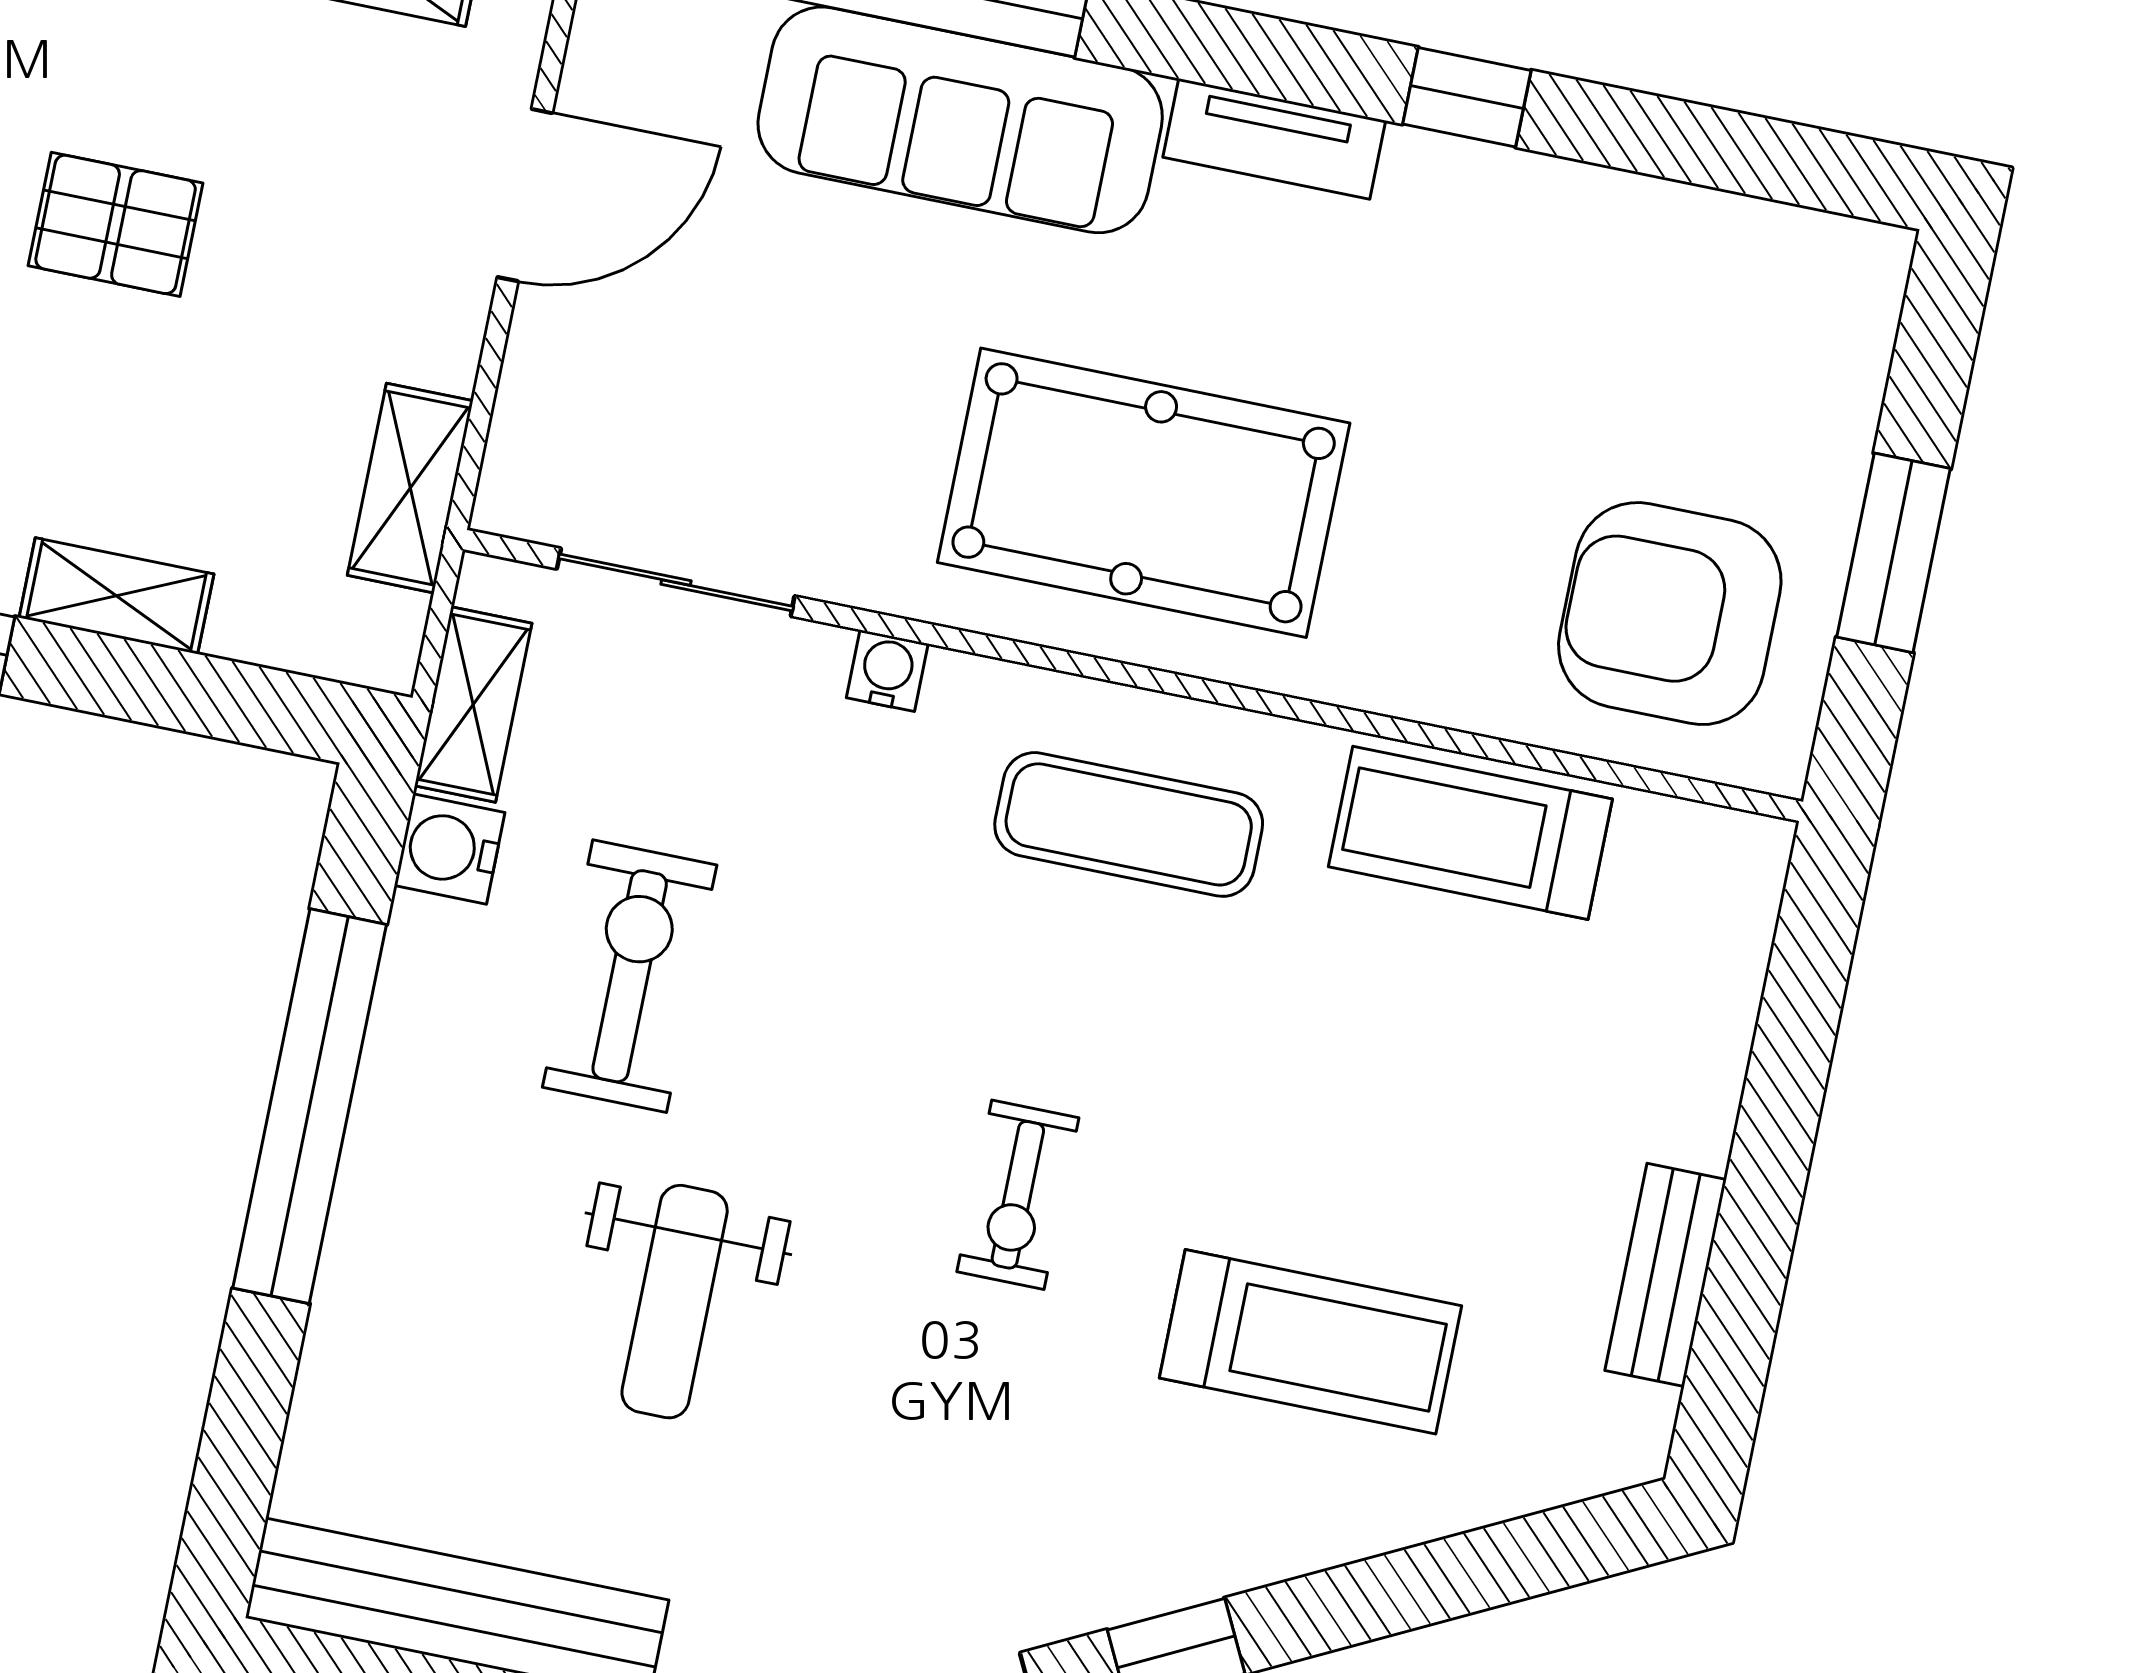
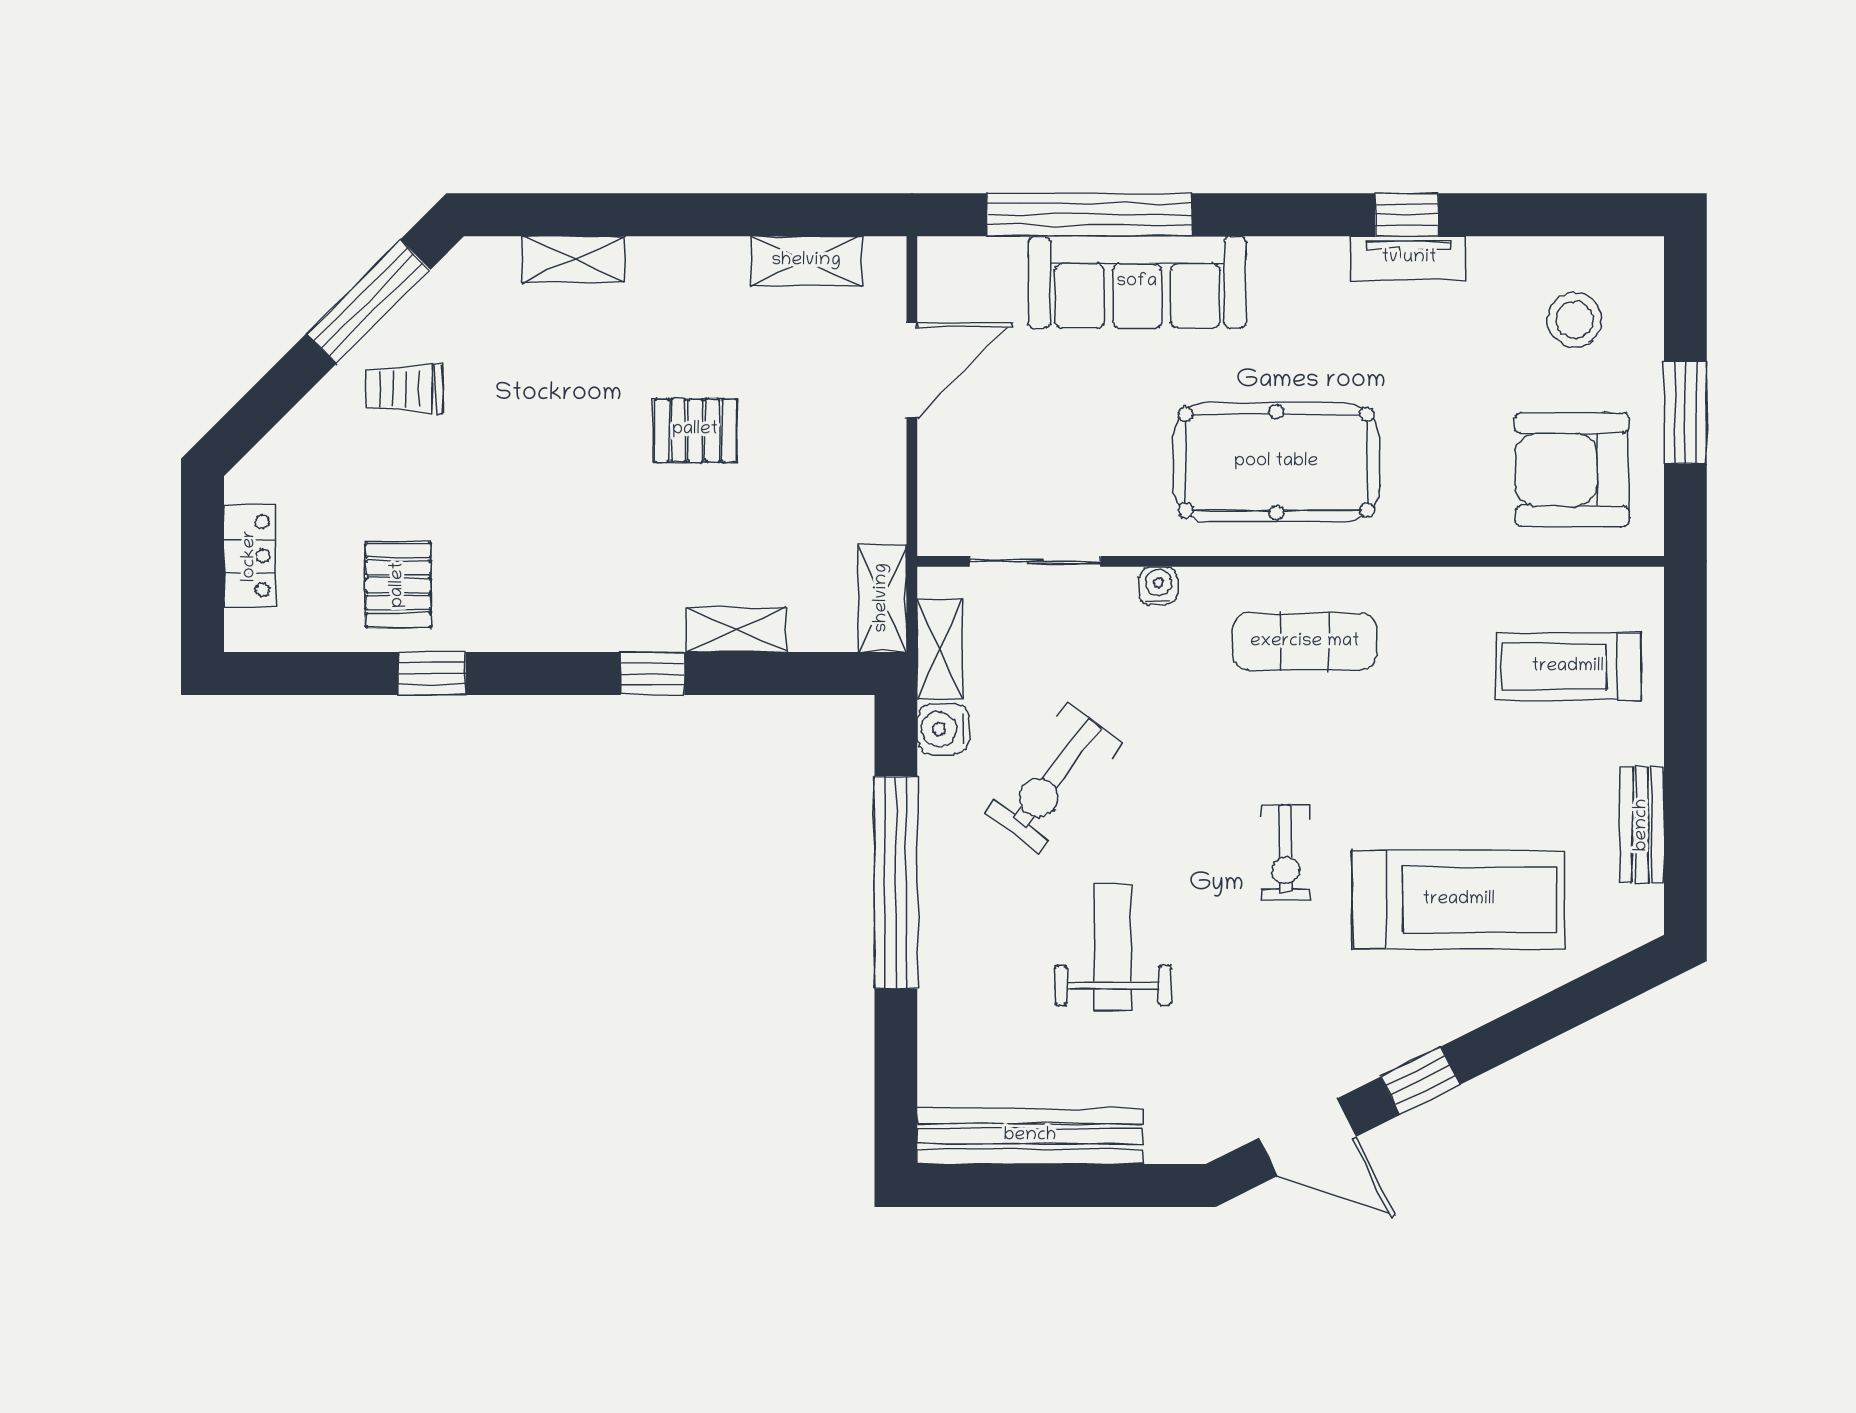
tv unit: (1274, 139) -> (1409, 258), moved
stool: (1729, 346) -> (1575, 320), added
shelving: (410, 488) -> (882, 598), moved
treadmill: (1470, 833) -> (1568, 667), moved
exercise bike: (630, 976) -> (1053, 778), turned -143
weight bench: (675, 1302) -> (1113, 947), turned 180
treadmill: (1311, 1342) -> (1459, 900), width x1.37, depth x1.38

